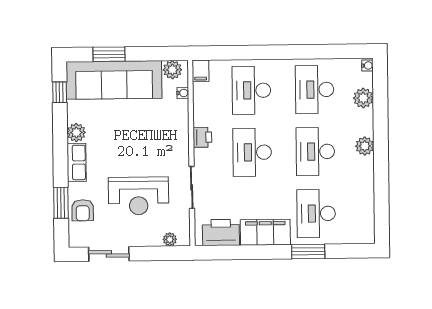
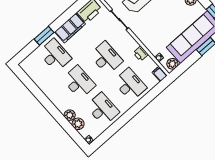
printer: (202, 137) -> (141, 54), moved
plant: (365, 146) -> (70, 115), moved

